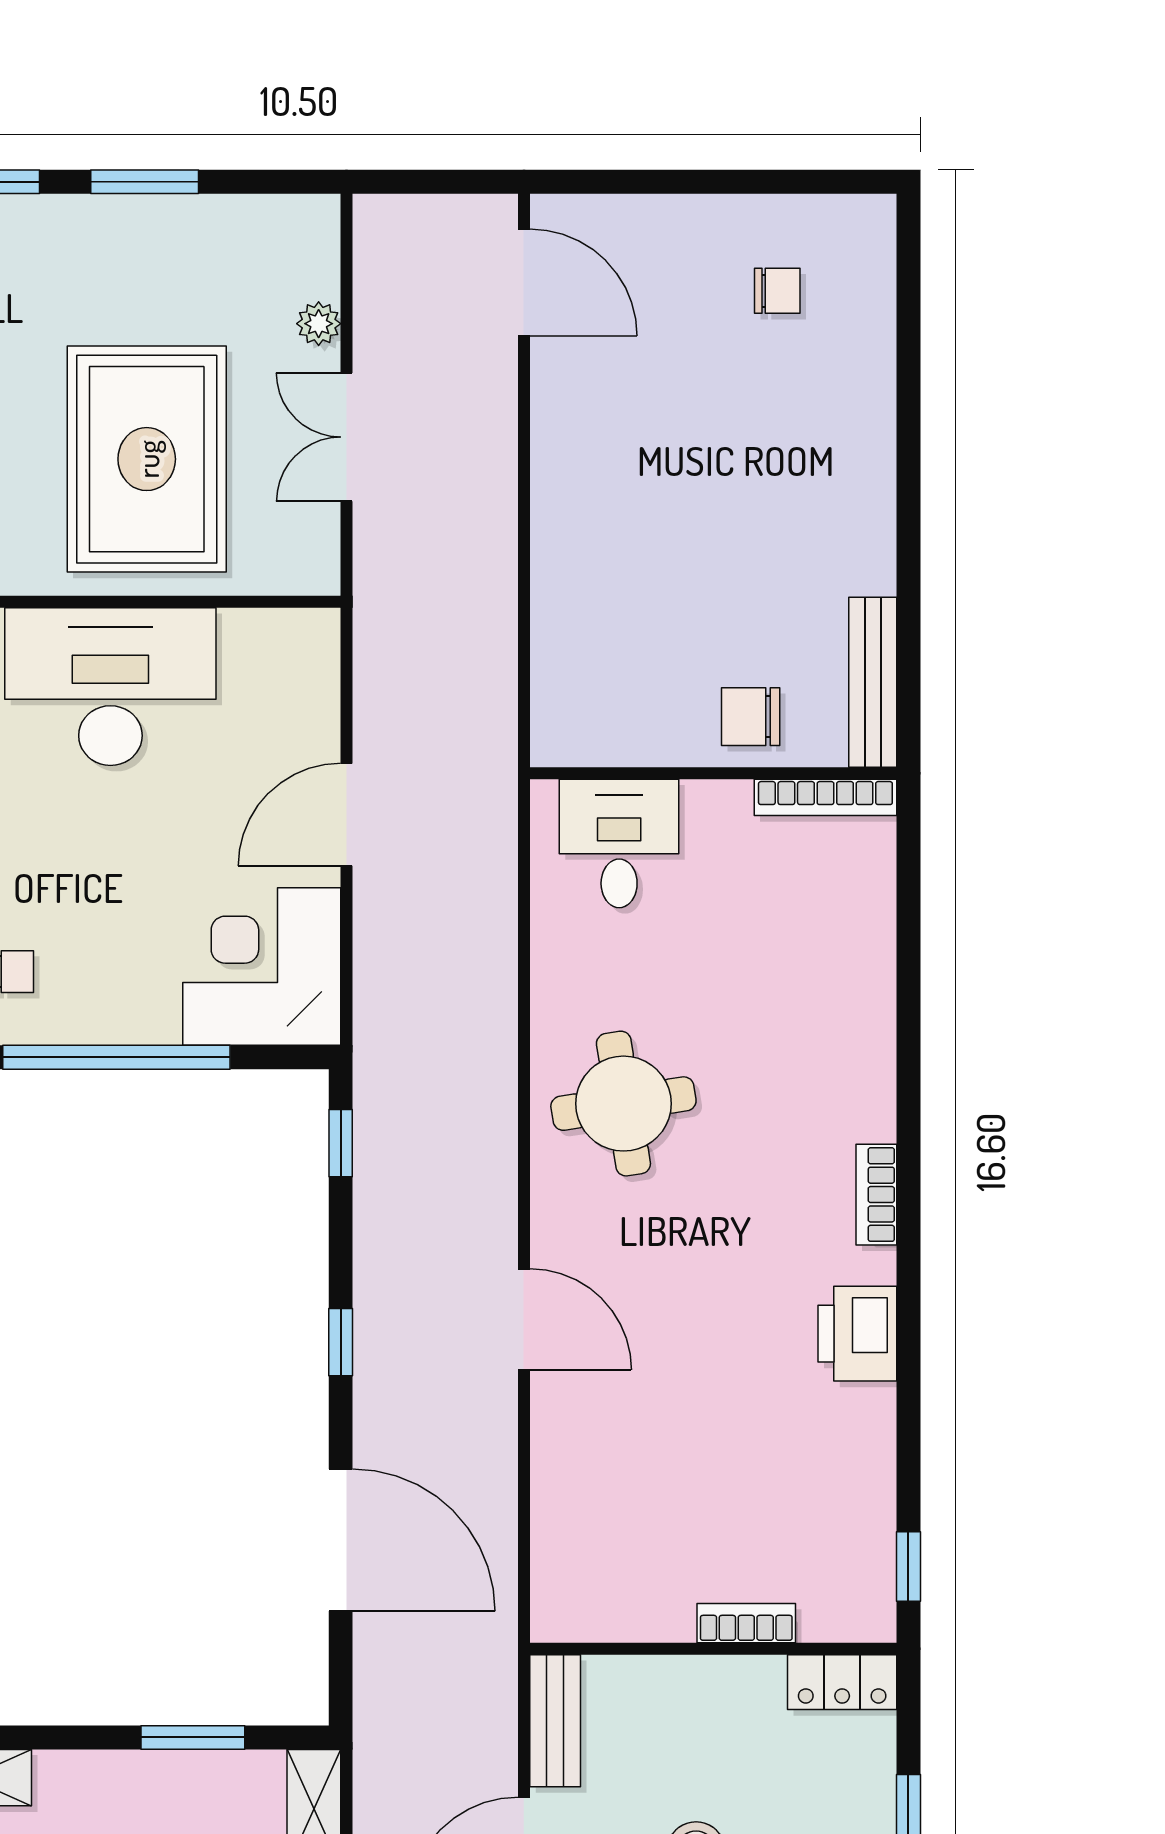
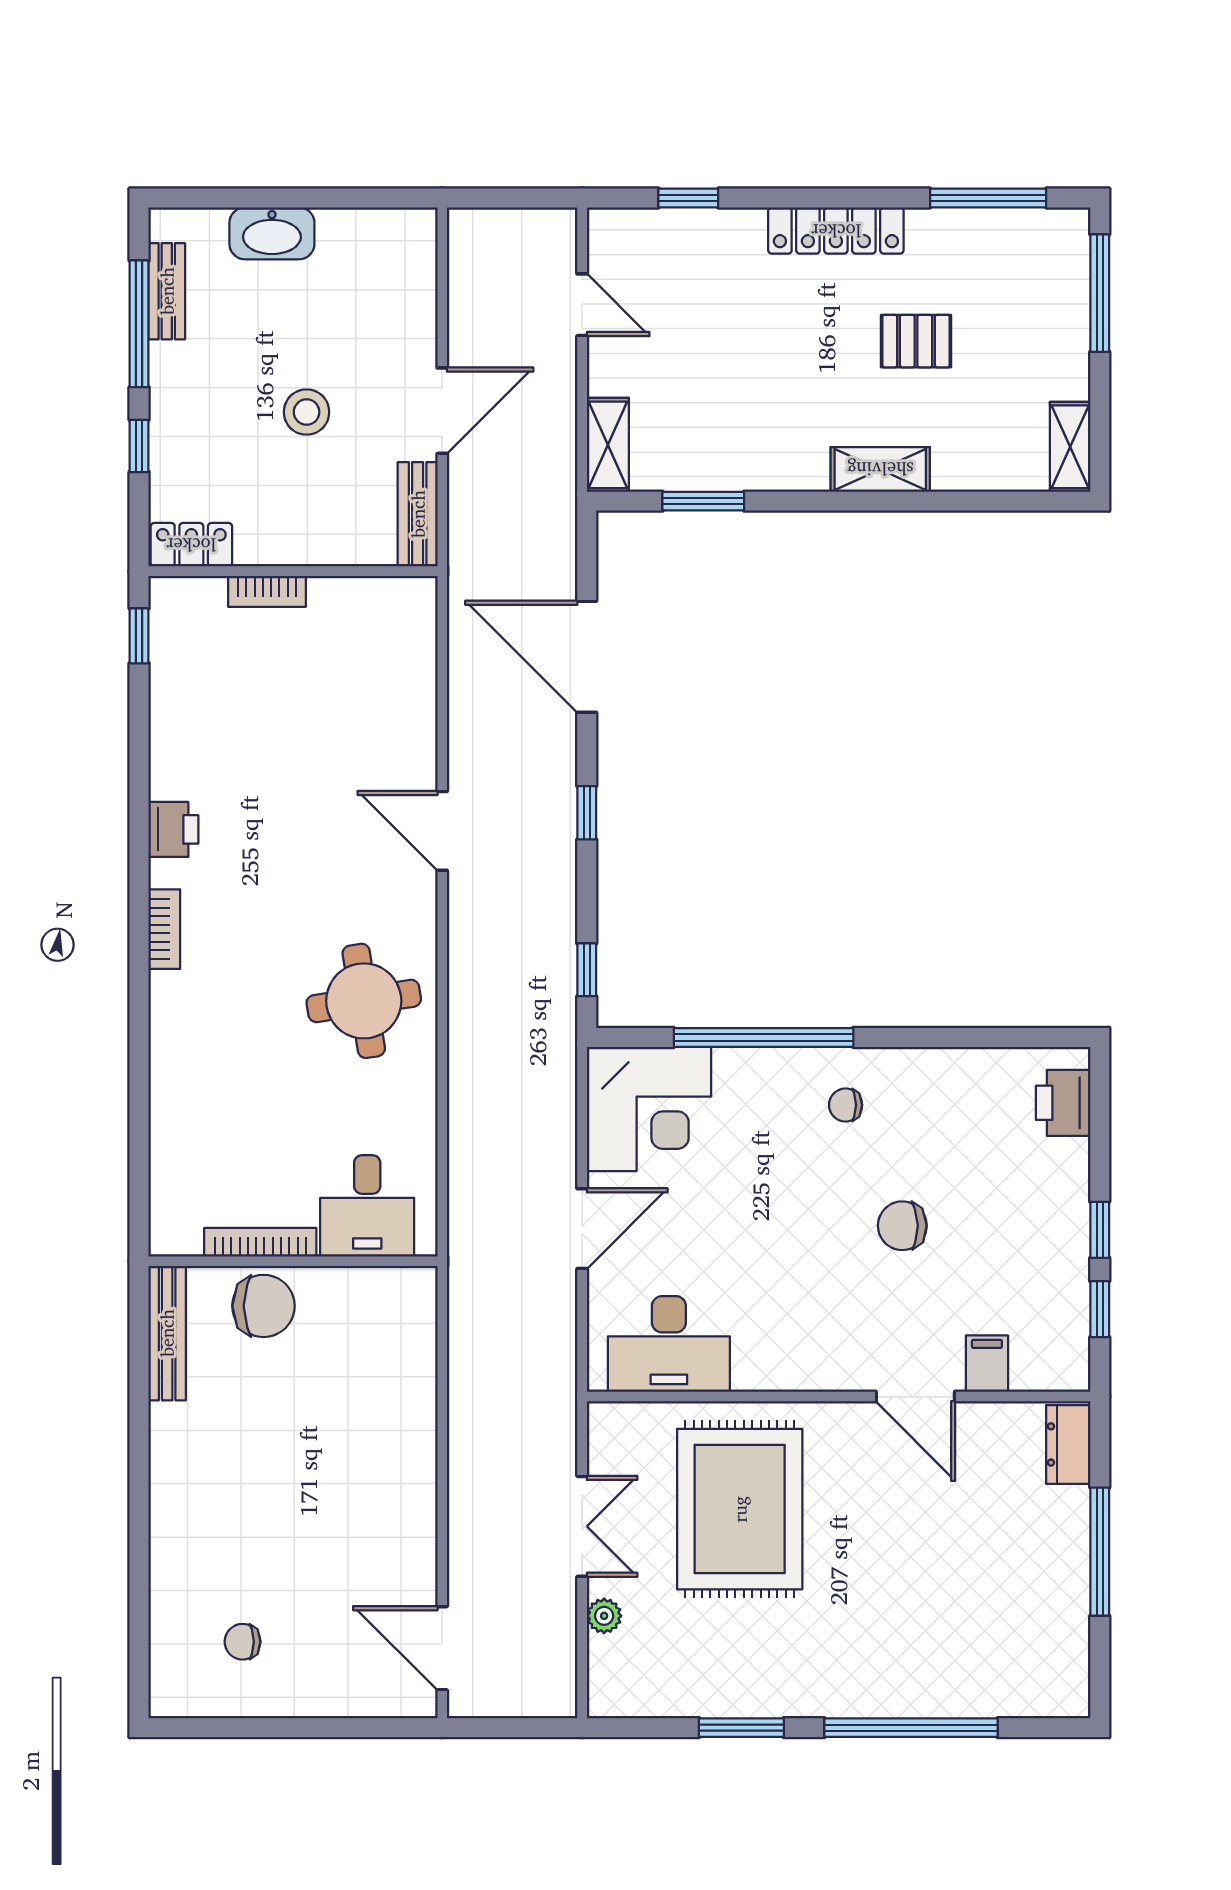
desk: (110, 687) -> (669, 1344), moved, width x0.73, depth x0.77
chair: (751, 717) -> (264, 1306), width x1.37, depth x1.37
bookcase: (825, 797) -> (260, 1242), moved
printer: (857, 1334) -> (173, 829), width x0.73, depth x0.81

